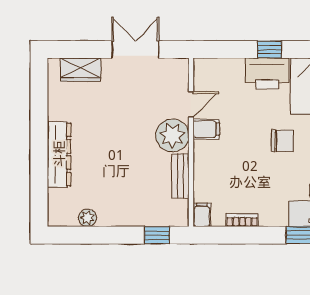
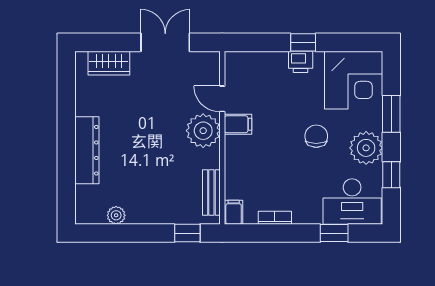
printer: (267, 73) -> (301, 62), width x0.53, depth x0.68
door: (191, 104) -> (222, 99), swing flipped
chair: (282, 141) -> (316, 136), turned -90
bench: (180, 176) -> (211, 193), moved

